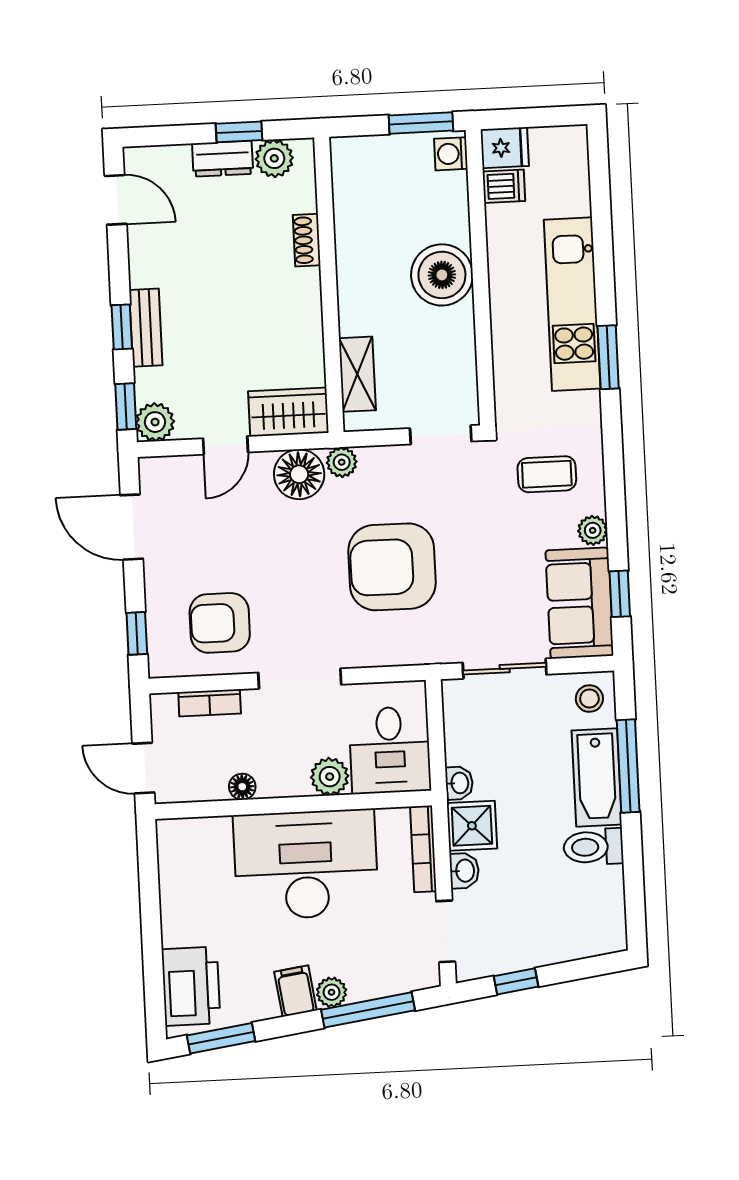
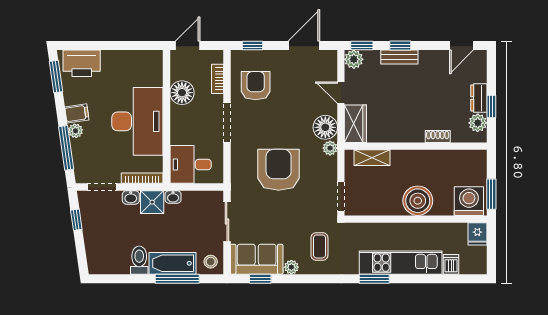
washing machine: (451, 154) -> (469, 201), width x1.89, depth x1.89
dishwasher: (504, 186) -> (451, 264), moved, turned 180
plant: (330, 777) -> (179, 135), removed
floor lamp: (242, 787) -> (182, 93), width x1.89, depth x1.89

